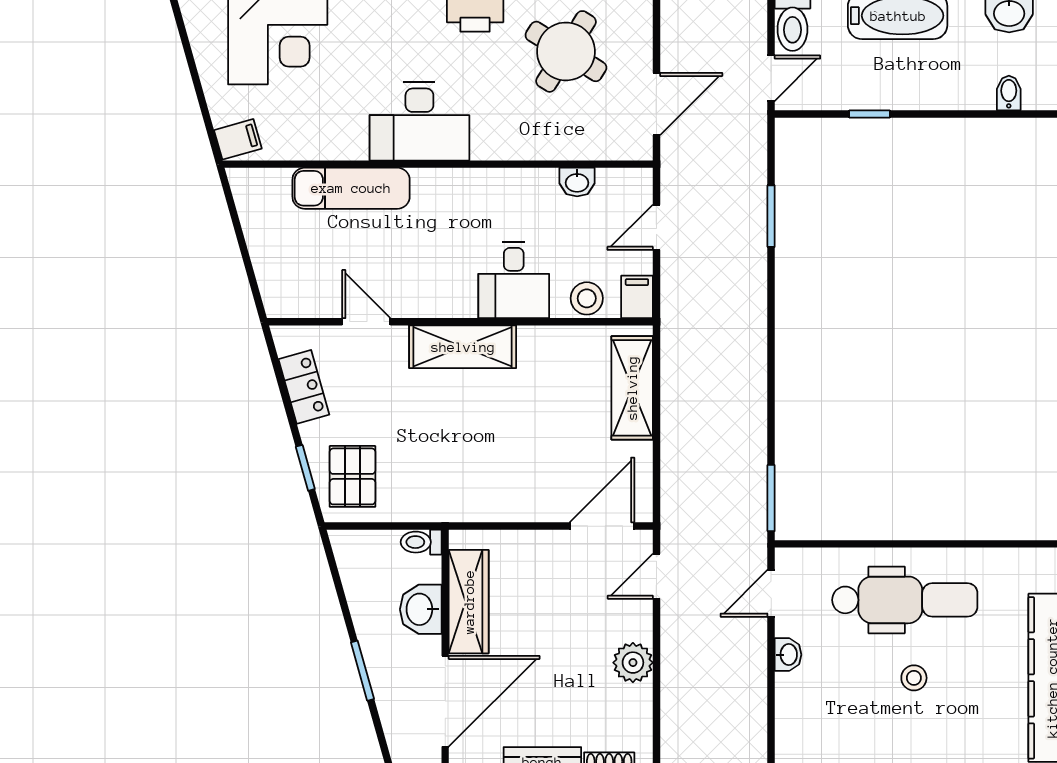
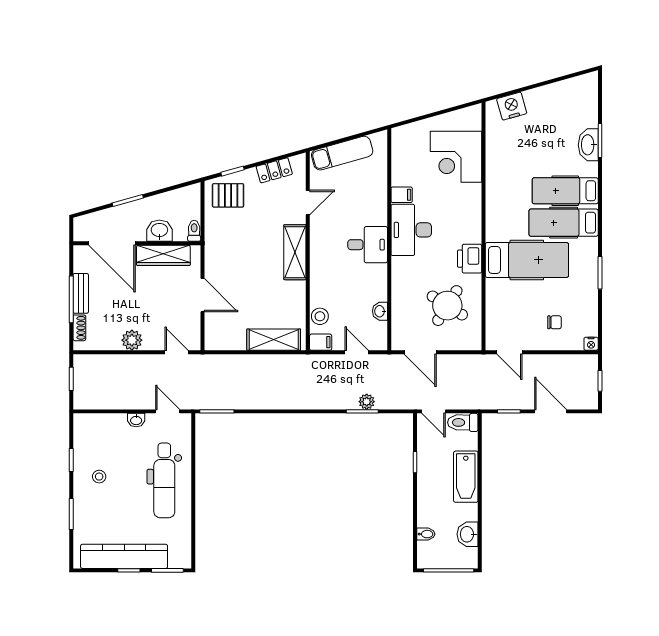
filing cabinet: (238, 139) -> (402, 195), moved, turned -74
exam couch: (351, 188) -> (342, 153), moved, turned -106
plant: (752, 208) -> (367, 402), added
desk: (514, 280) -> (368, 245), moved, turned 180
door: (602, 526) -> (202, 295), moved
stool: (914, 678) -> (99, 477), moved

